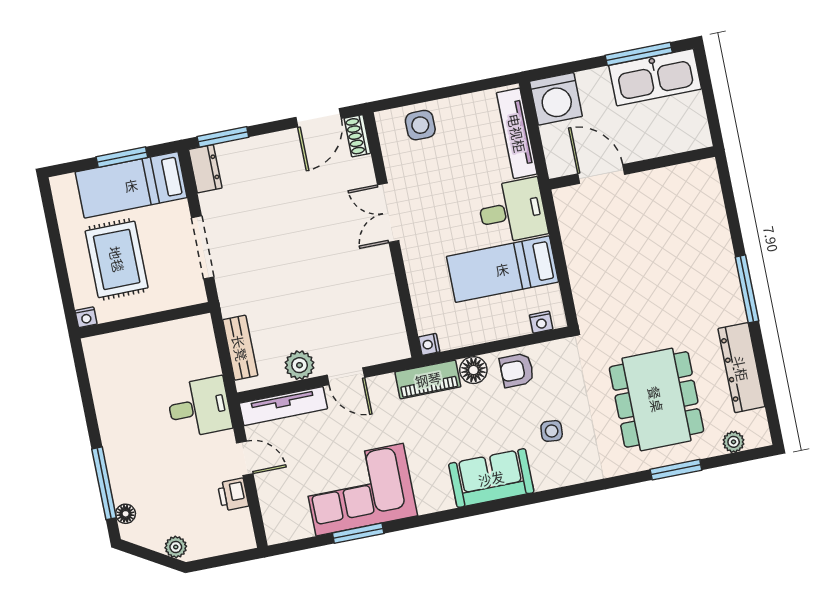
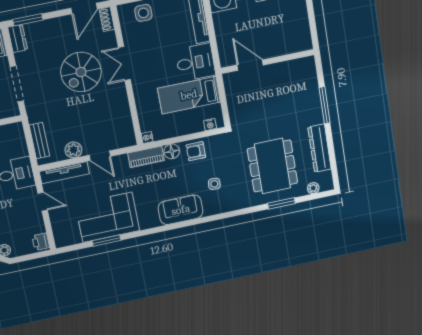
wall: (632, 168) -> (268, 62), moved
door: (601, 174) -> (250, 65), moved
spiral stairs: (313, 227) -> (81, 72), added
printer: (233, 495) -> (41, 242), moved

